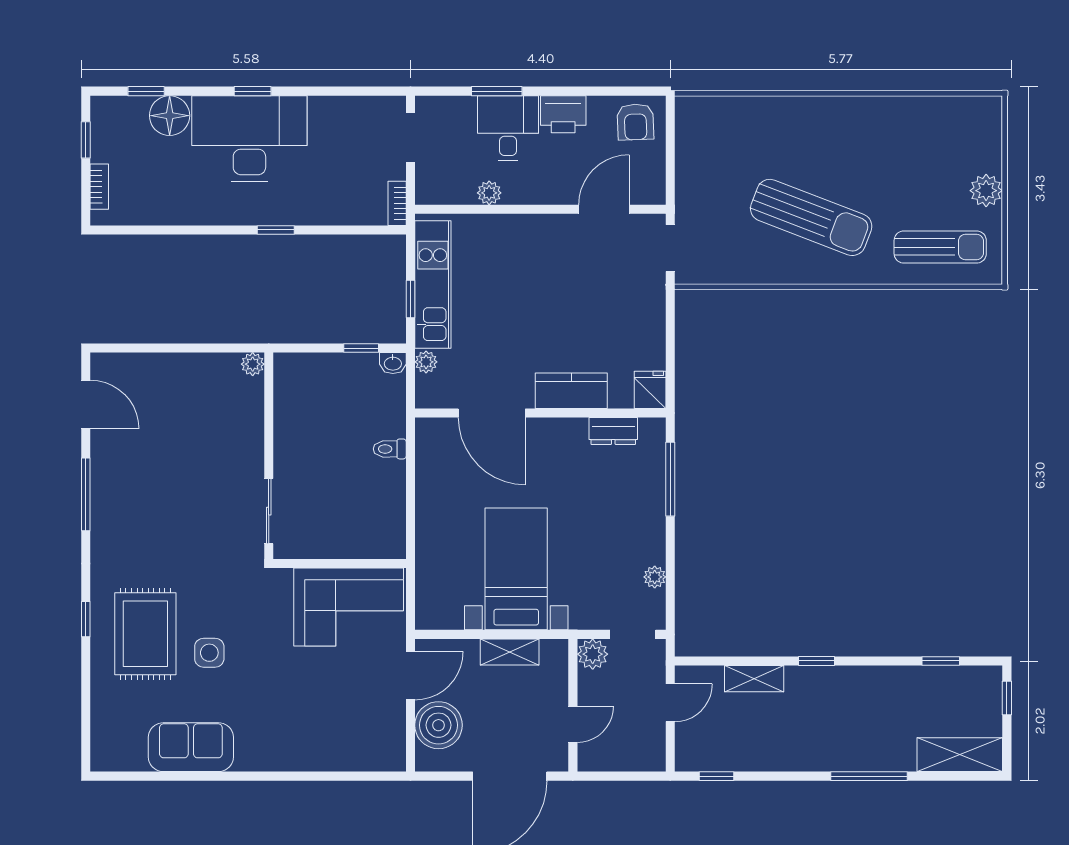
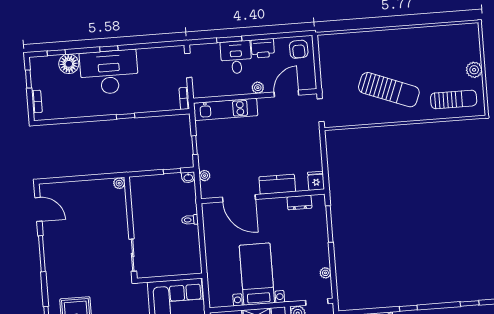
plant: (489, 193) -> (258, 88), moved
kitchen unit: (433, 285) -> (226, 109), moved, turned 90

